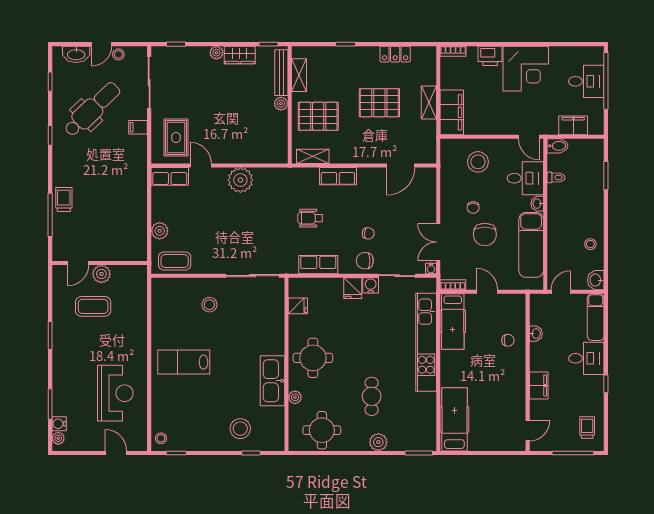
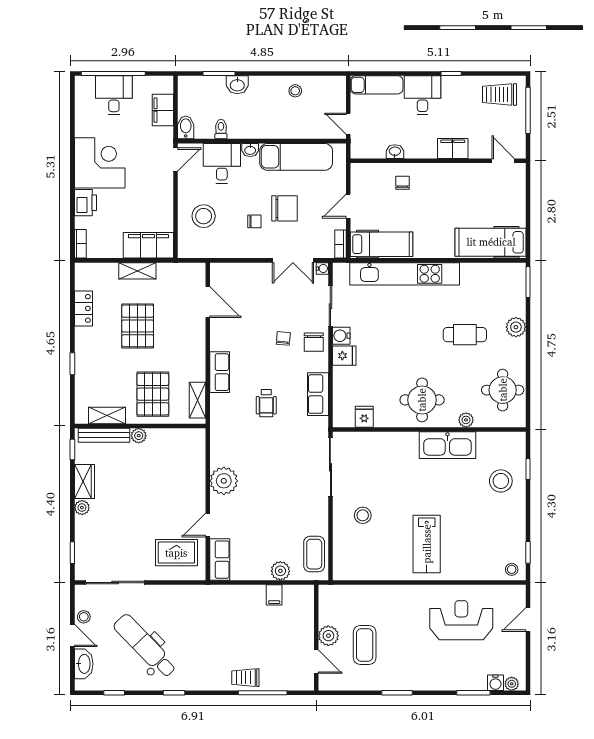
filing cabinet: (138, 127) -> (274, 595), moved
washbasin: (596, 280) -> (237, 85), moved
trolley: (587, 427) -> (500, 94), width x1.36, depth x1.39

